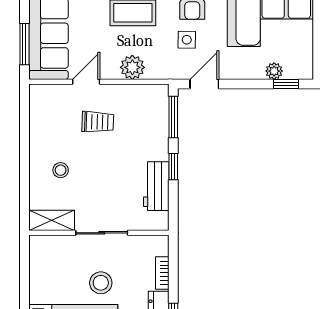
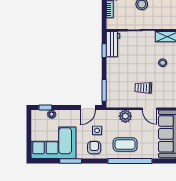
door: (86, 82) -> (149, 109), hinge flipped
window: (173, 167) -> (104, 51), moved
workbench: (156, 186) -> (113, 44), moved

